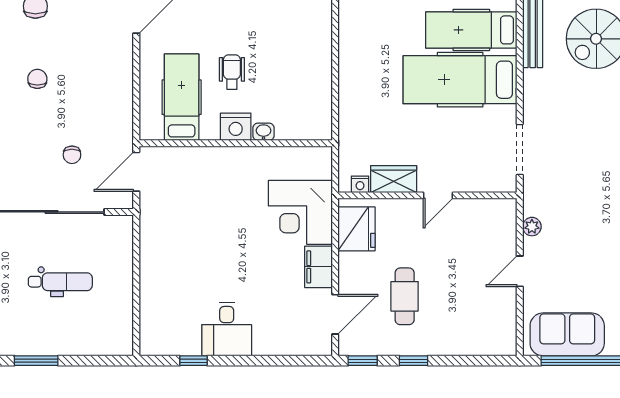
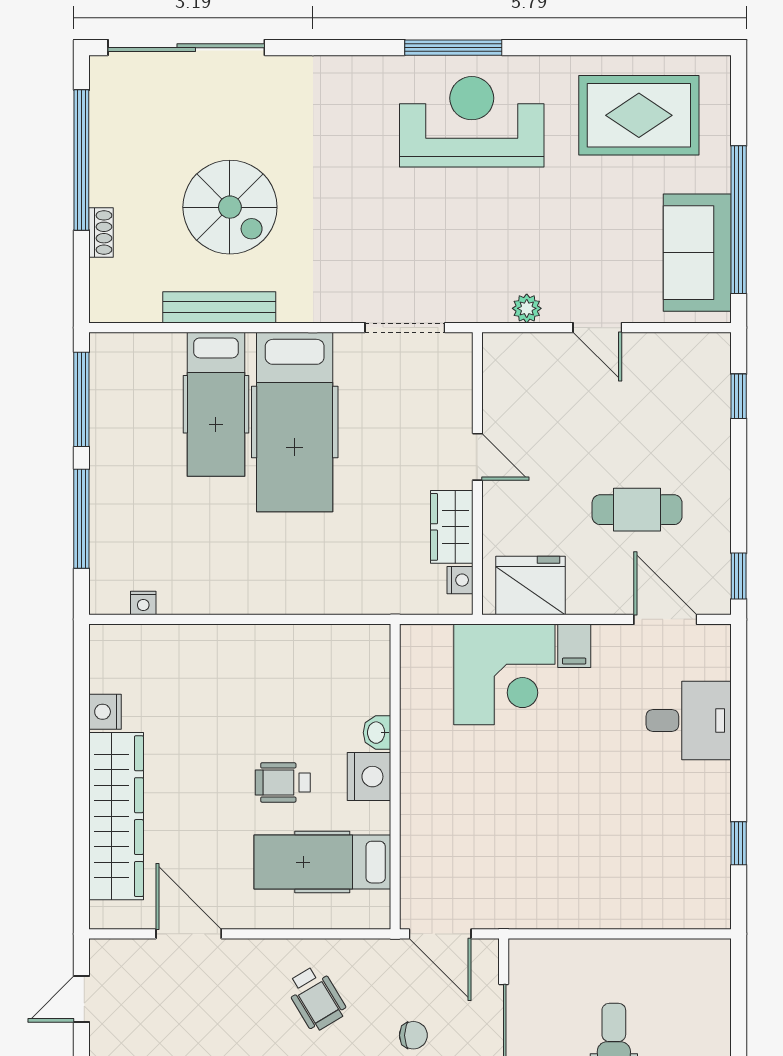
wheelchair: (95, 93) -> (316, 998), added
filing cabinet: (318, 267) -> (574, 646), width x0.50
desk: (227, 329) -> (689, 720), moved
window: (413, 361) -> (739, 396), moved

